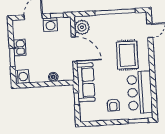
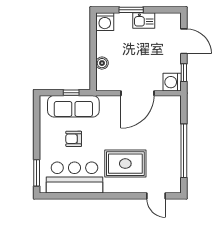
washing machine: (50, 25) -> (172, 82), moved
plant: (82, 27) -> (166, 105), removed
sofa: (86, 82) -> (73, 106), moved
armchair: (113, 105) -> (74, 139), moved

